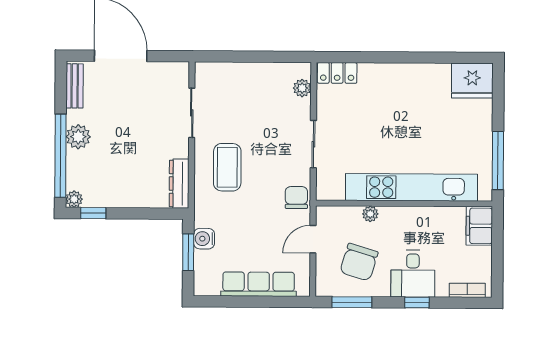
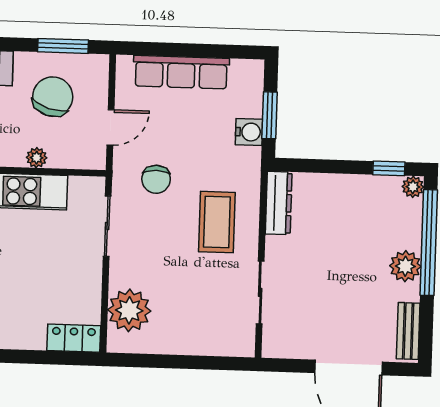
plant: (302, 88) -> (129, 310), width x1.87, depth x1.87
sliding door: (313, 144) -> (107, 226), moved
chair: (296, 198) -> (156, 179), moved

